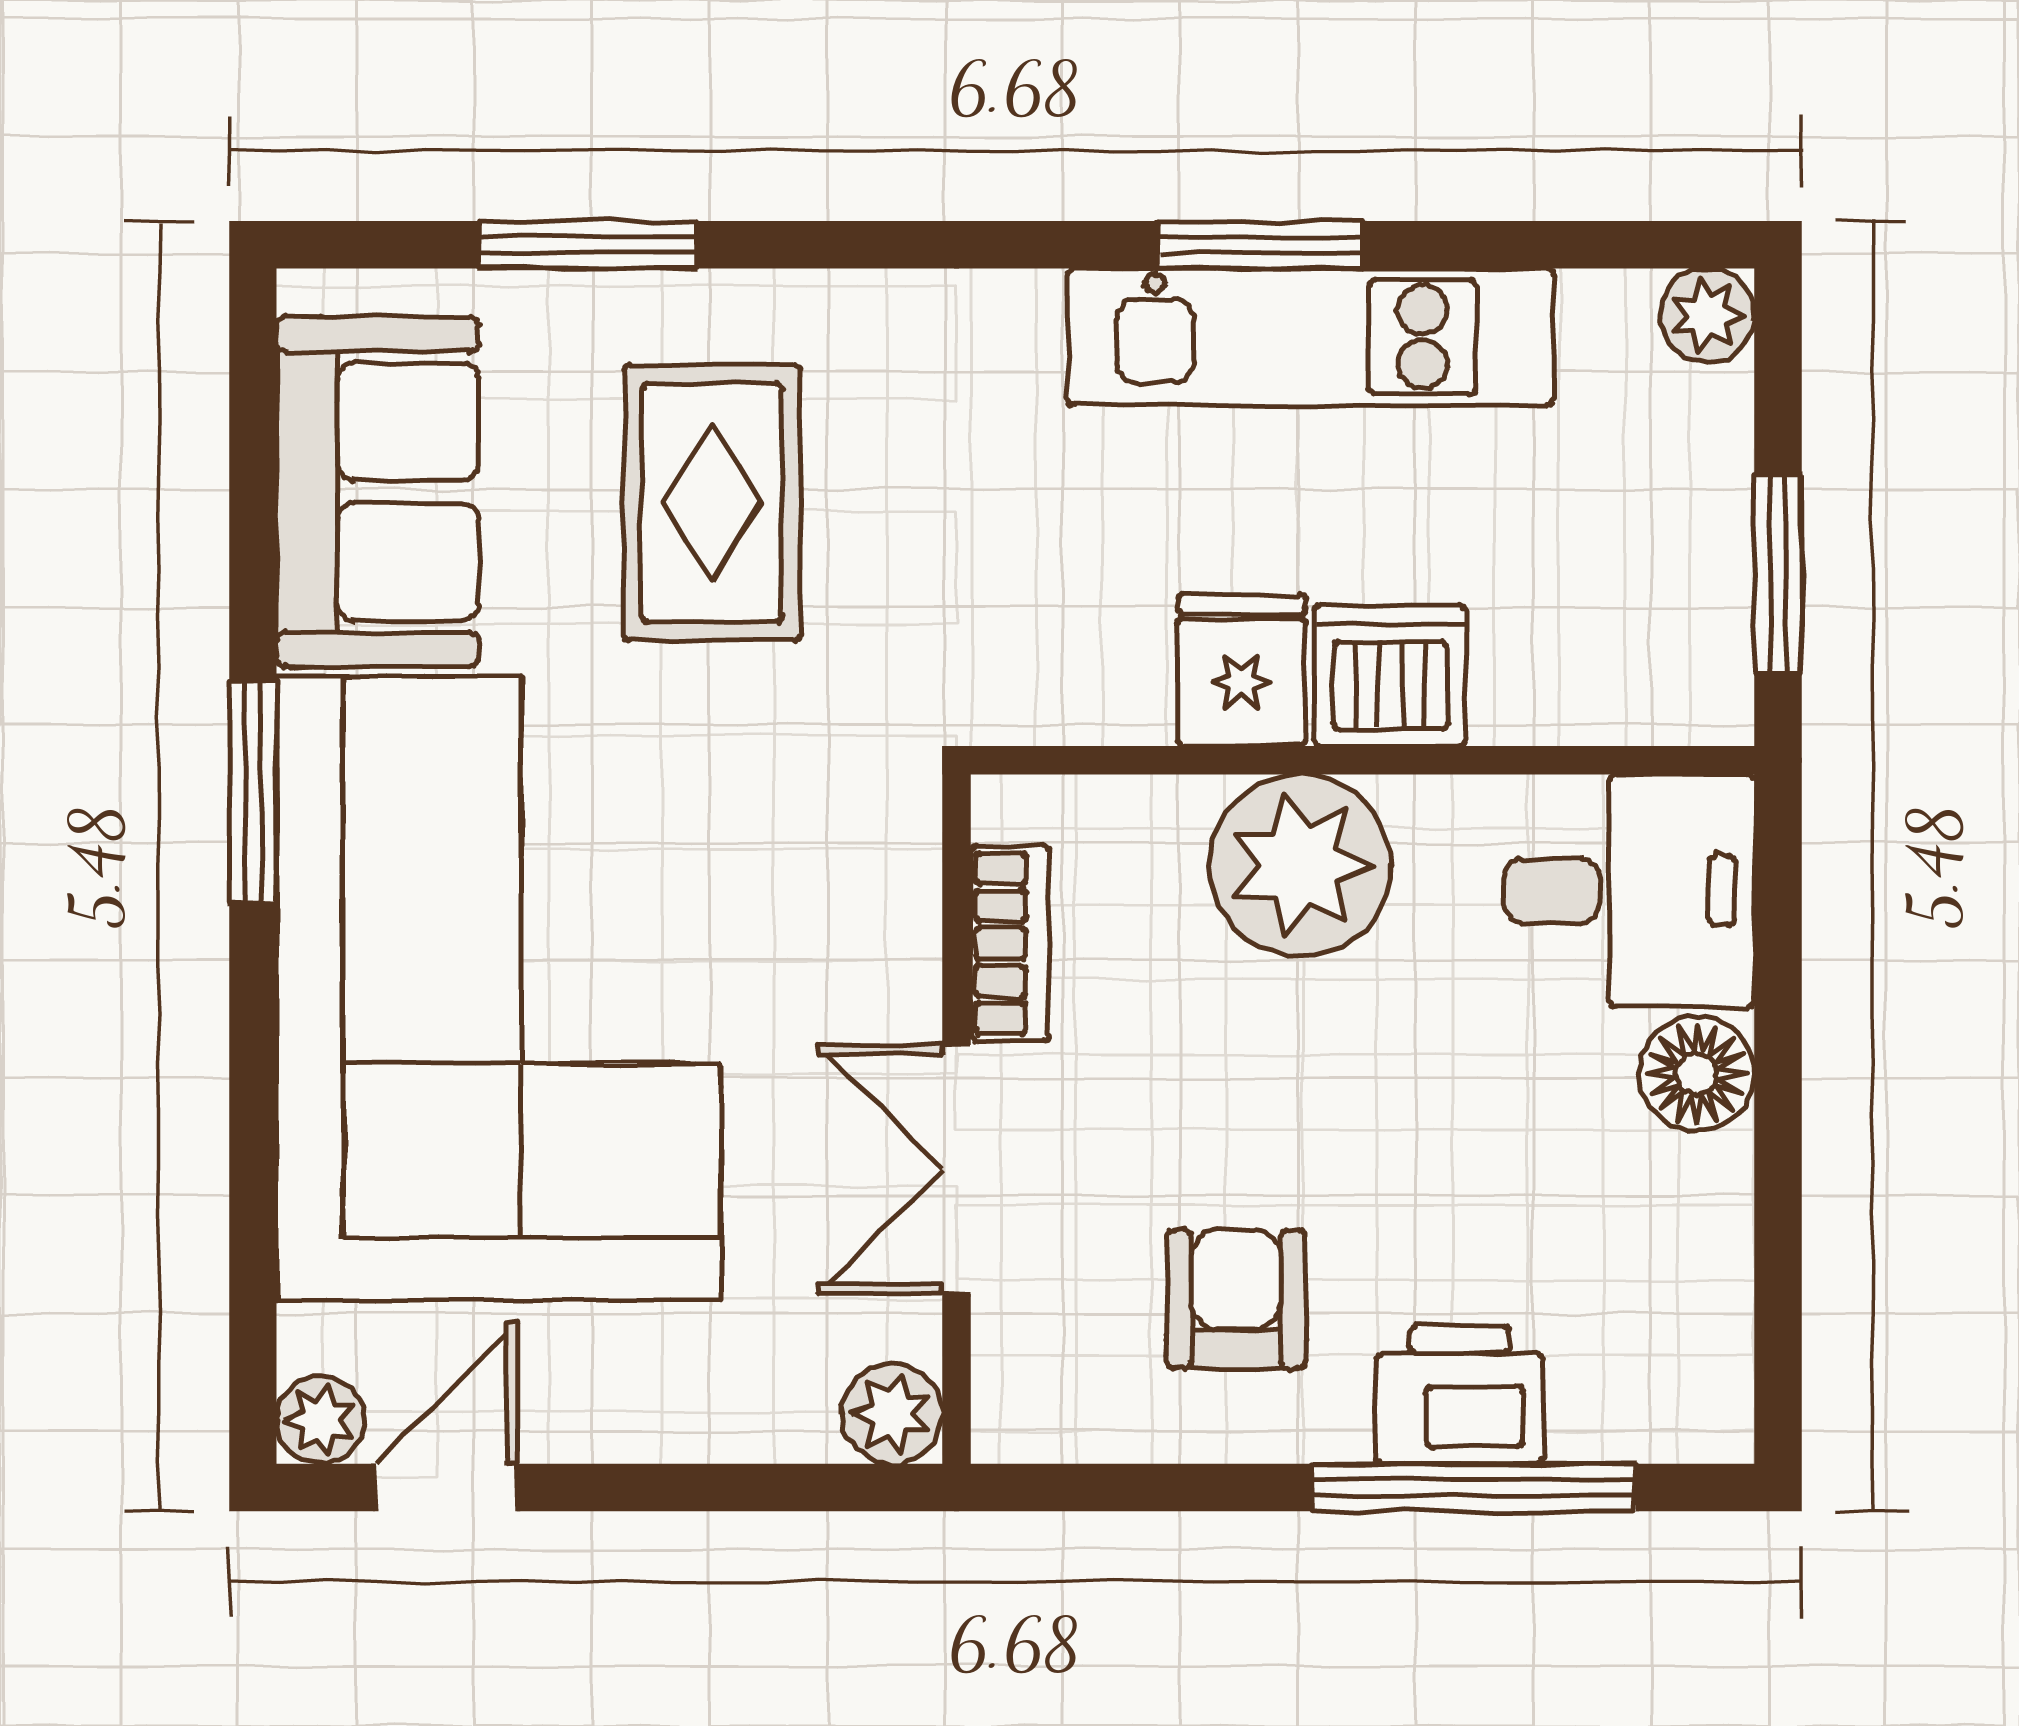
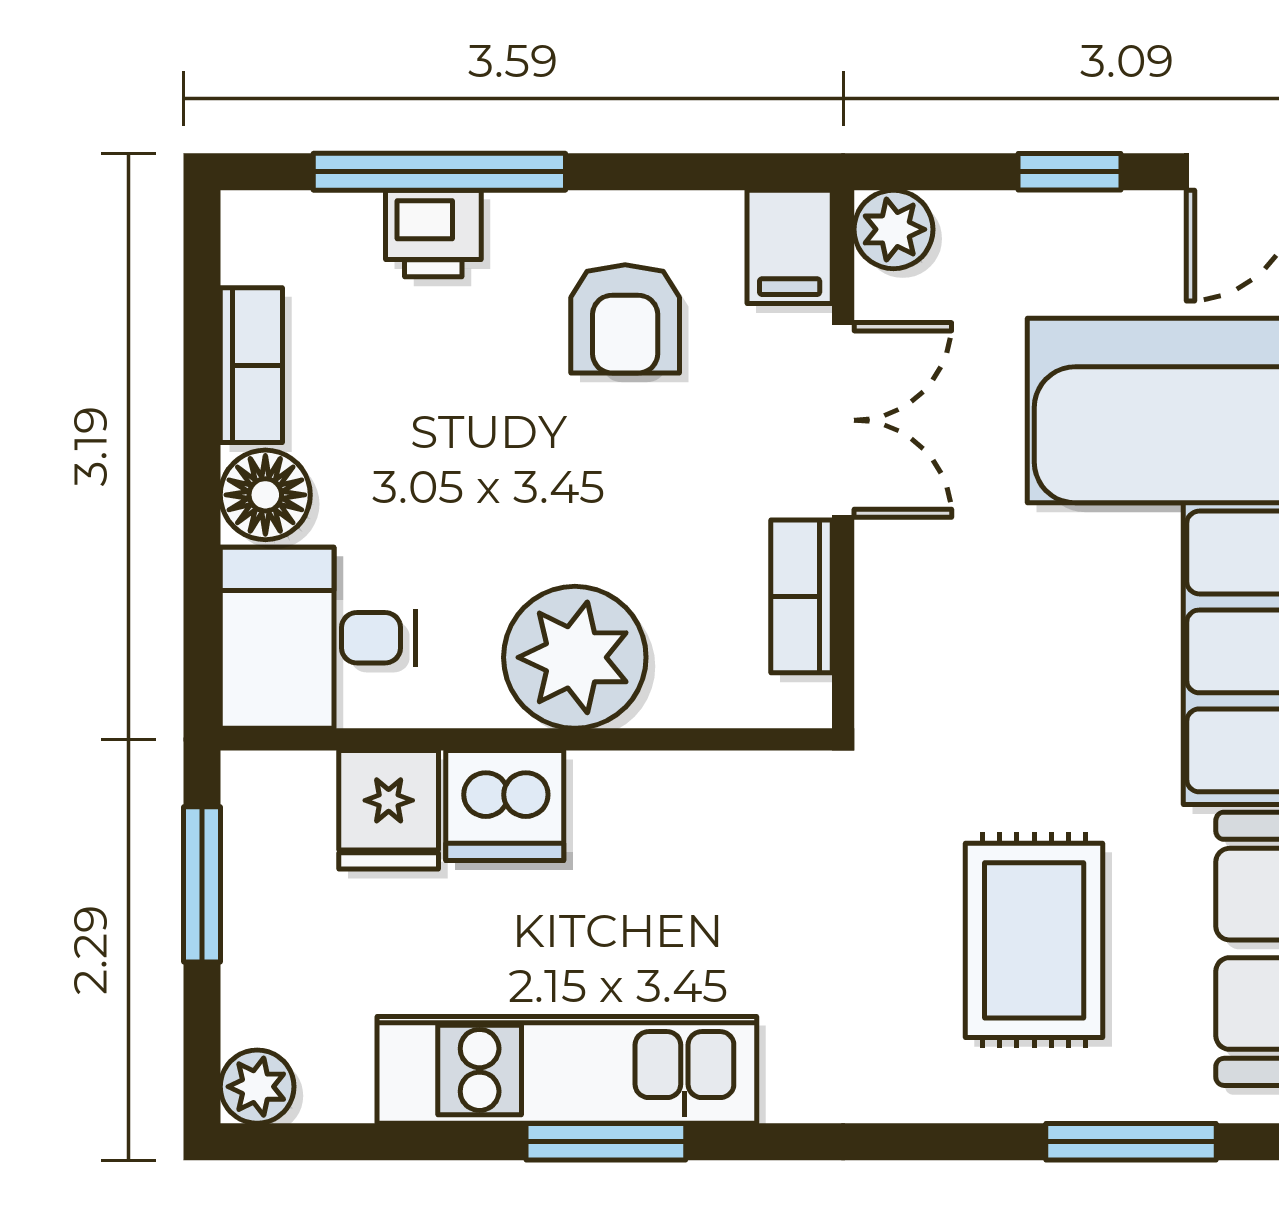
fridge: (1241, 670) -> (389, 810), moved
bookcase: (1715, 1240) -> (251, 365), added
filing cabinet: (1025, 1391) -> (790, 247), added
printer: (1459, 1395) -> (433, 234), width x0.73, depth x0.81
window: (667, 1487) -> (1070, 172), added

